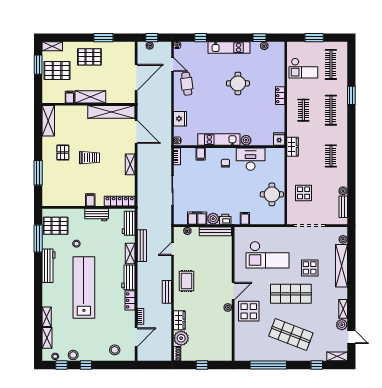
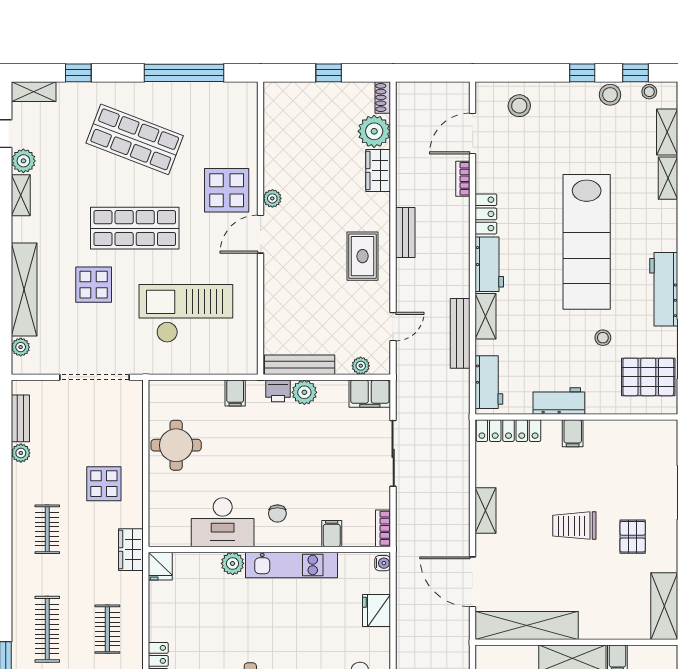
display table: (304, 193) -> (104, 484), moved
filing cabinet: (197, 218) -> (370, 394), moved

